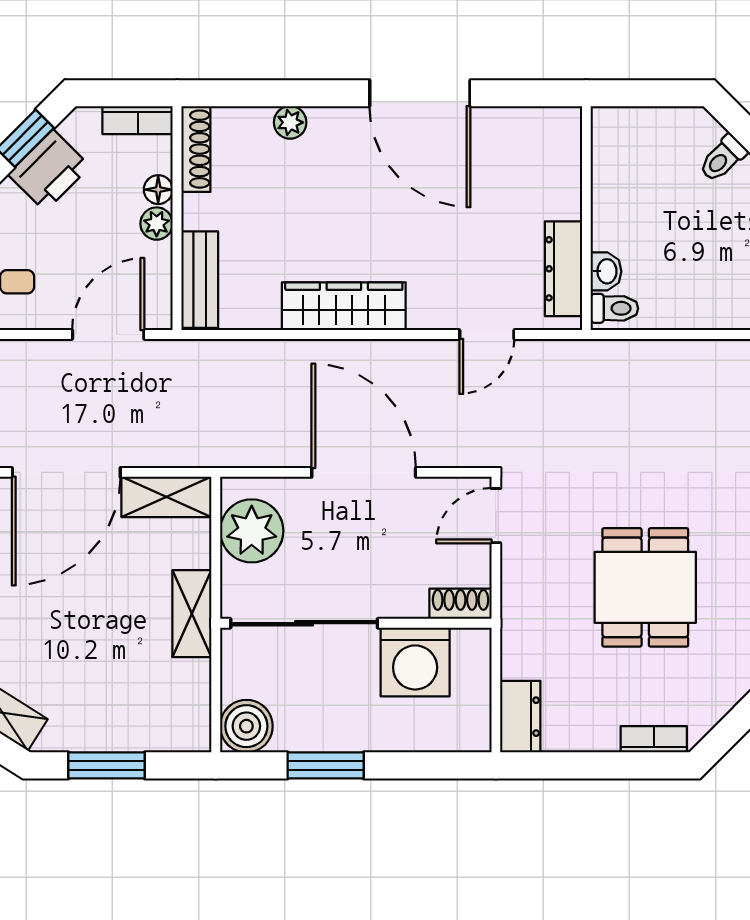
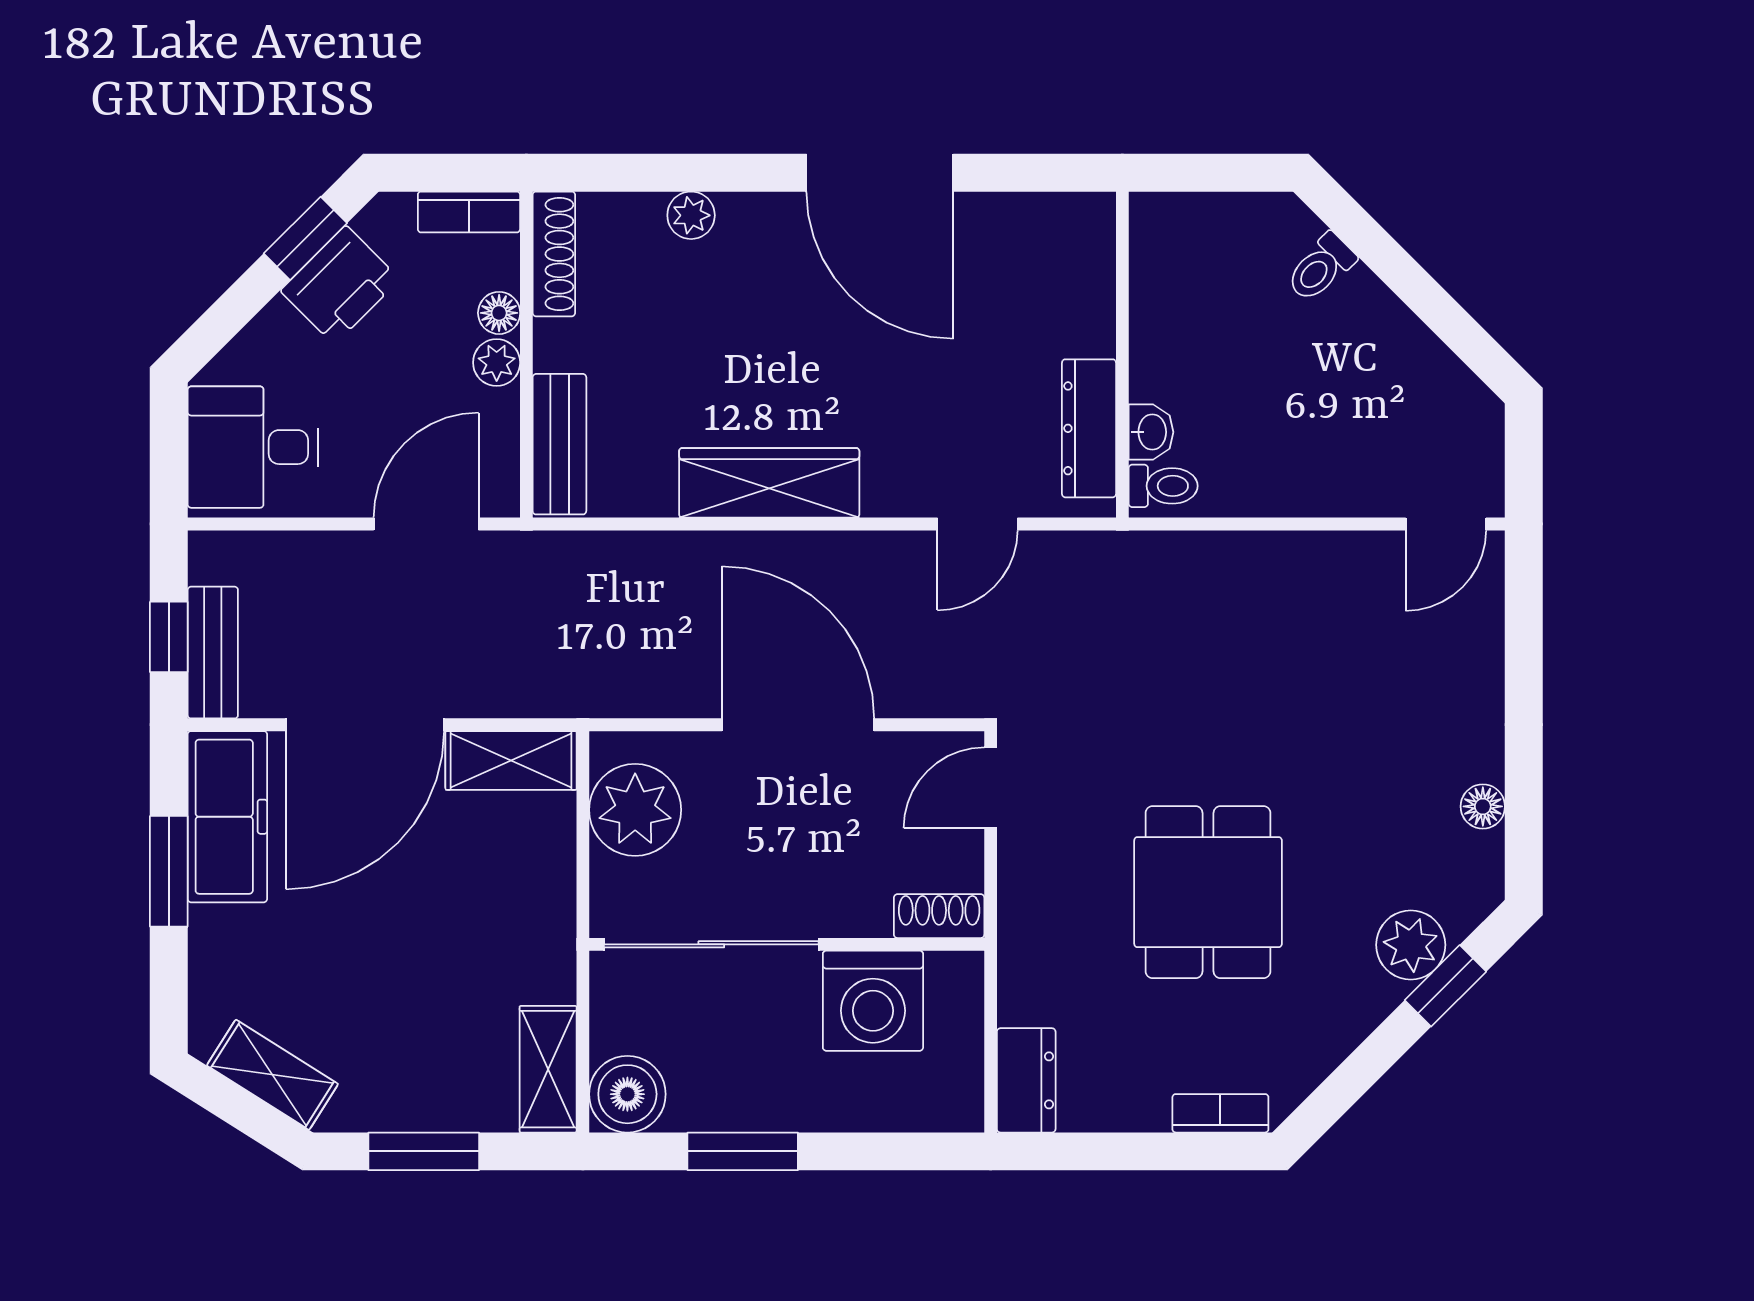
shelving: (192, 614) -> (548, 1069), moved

